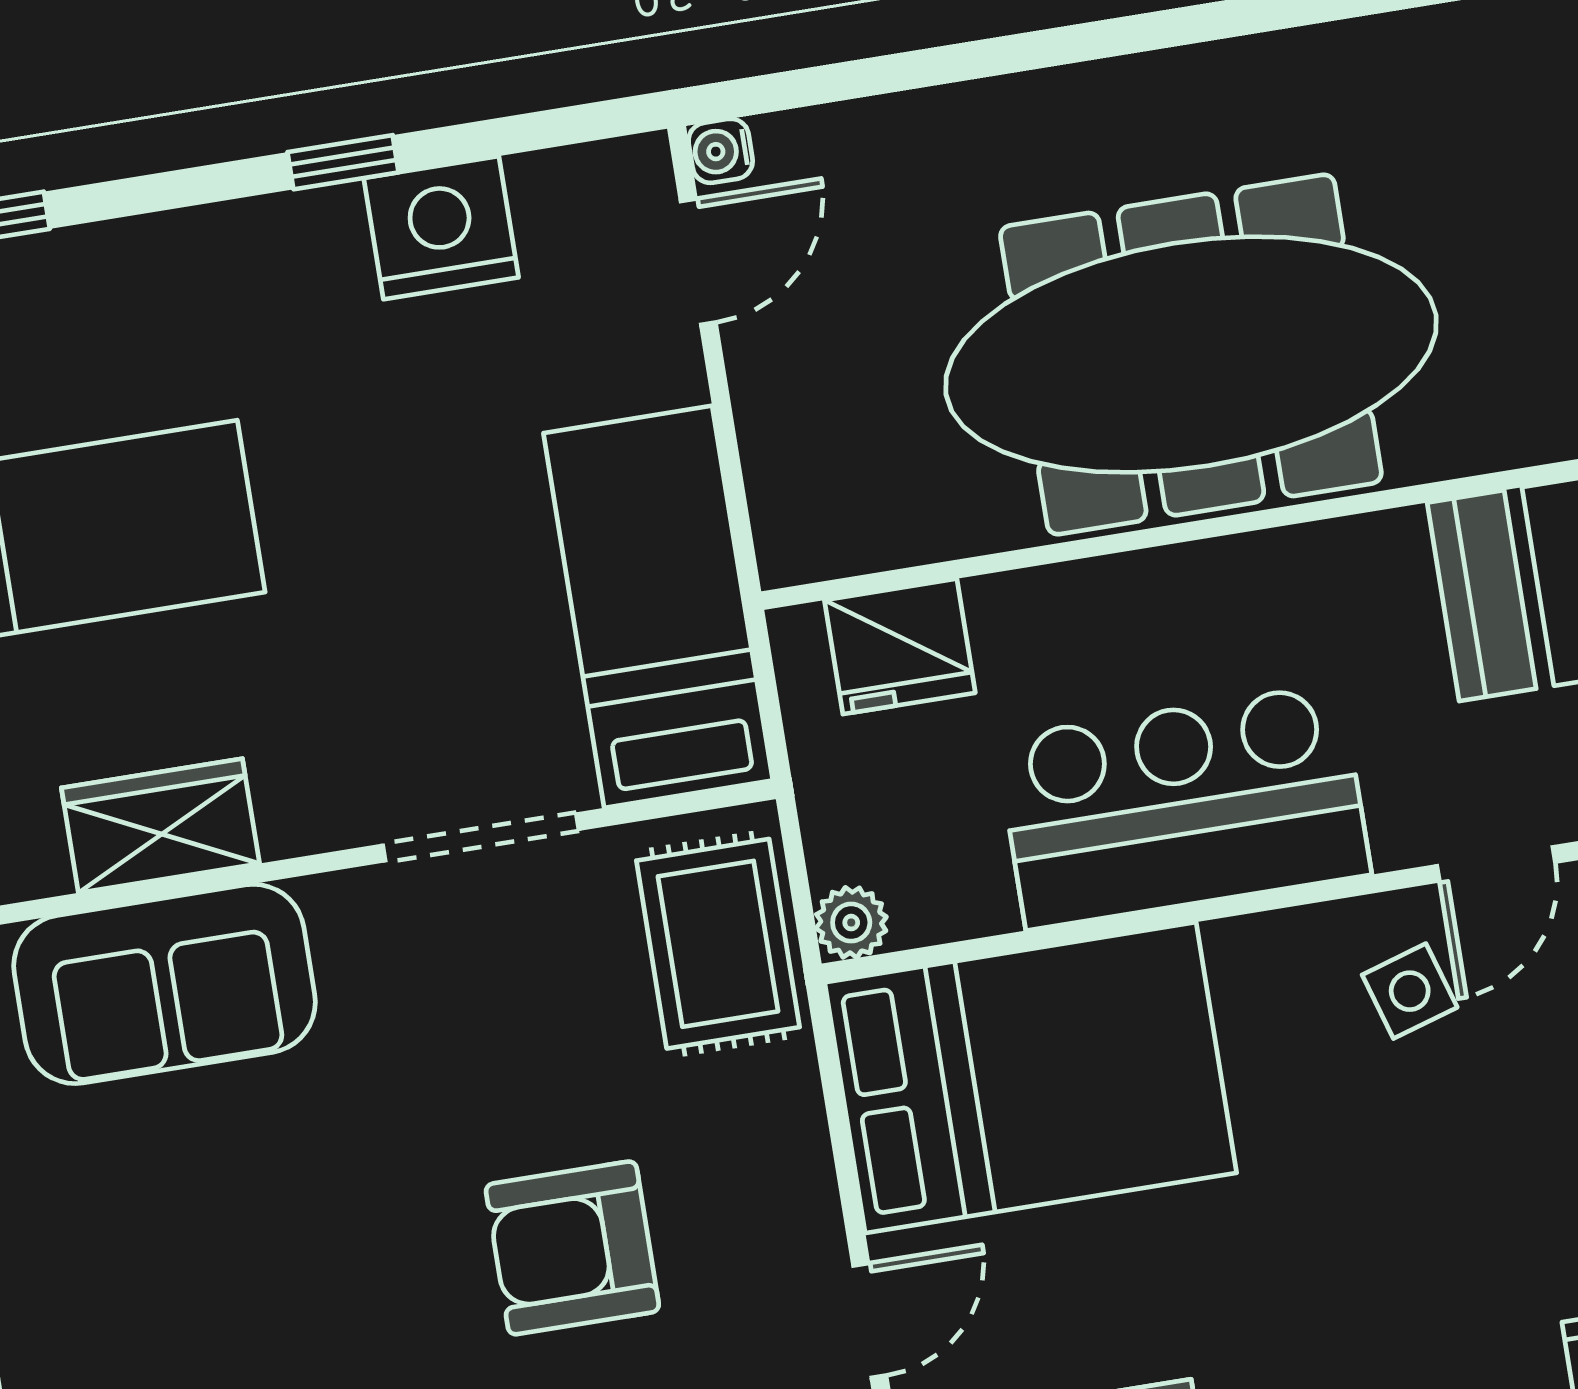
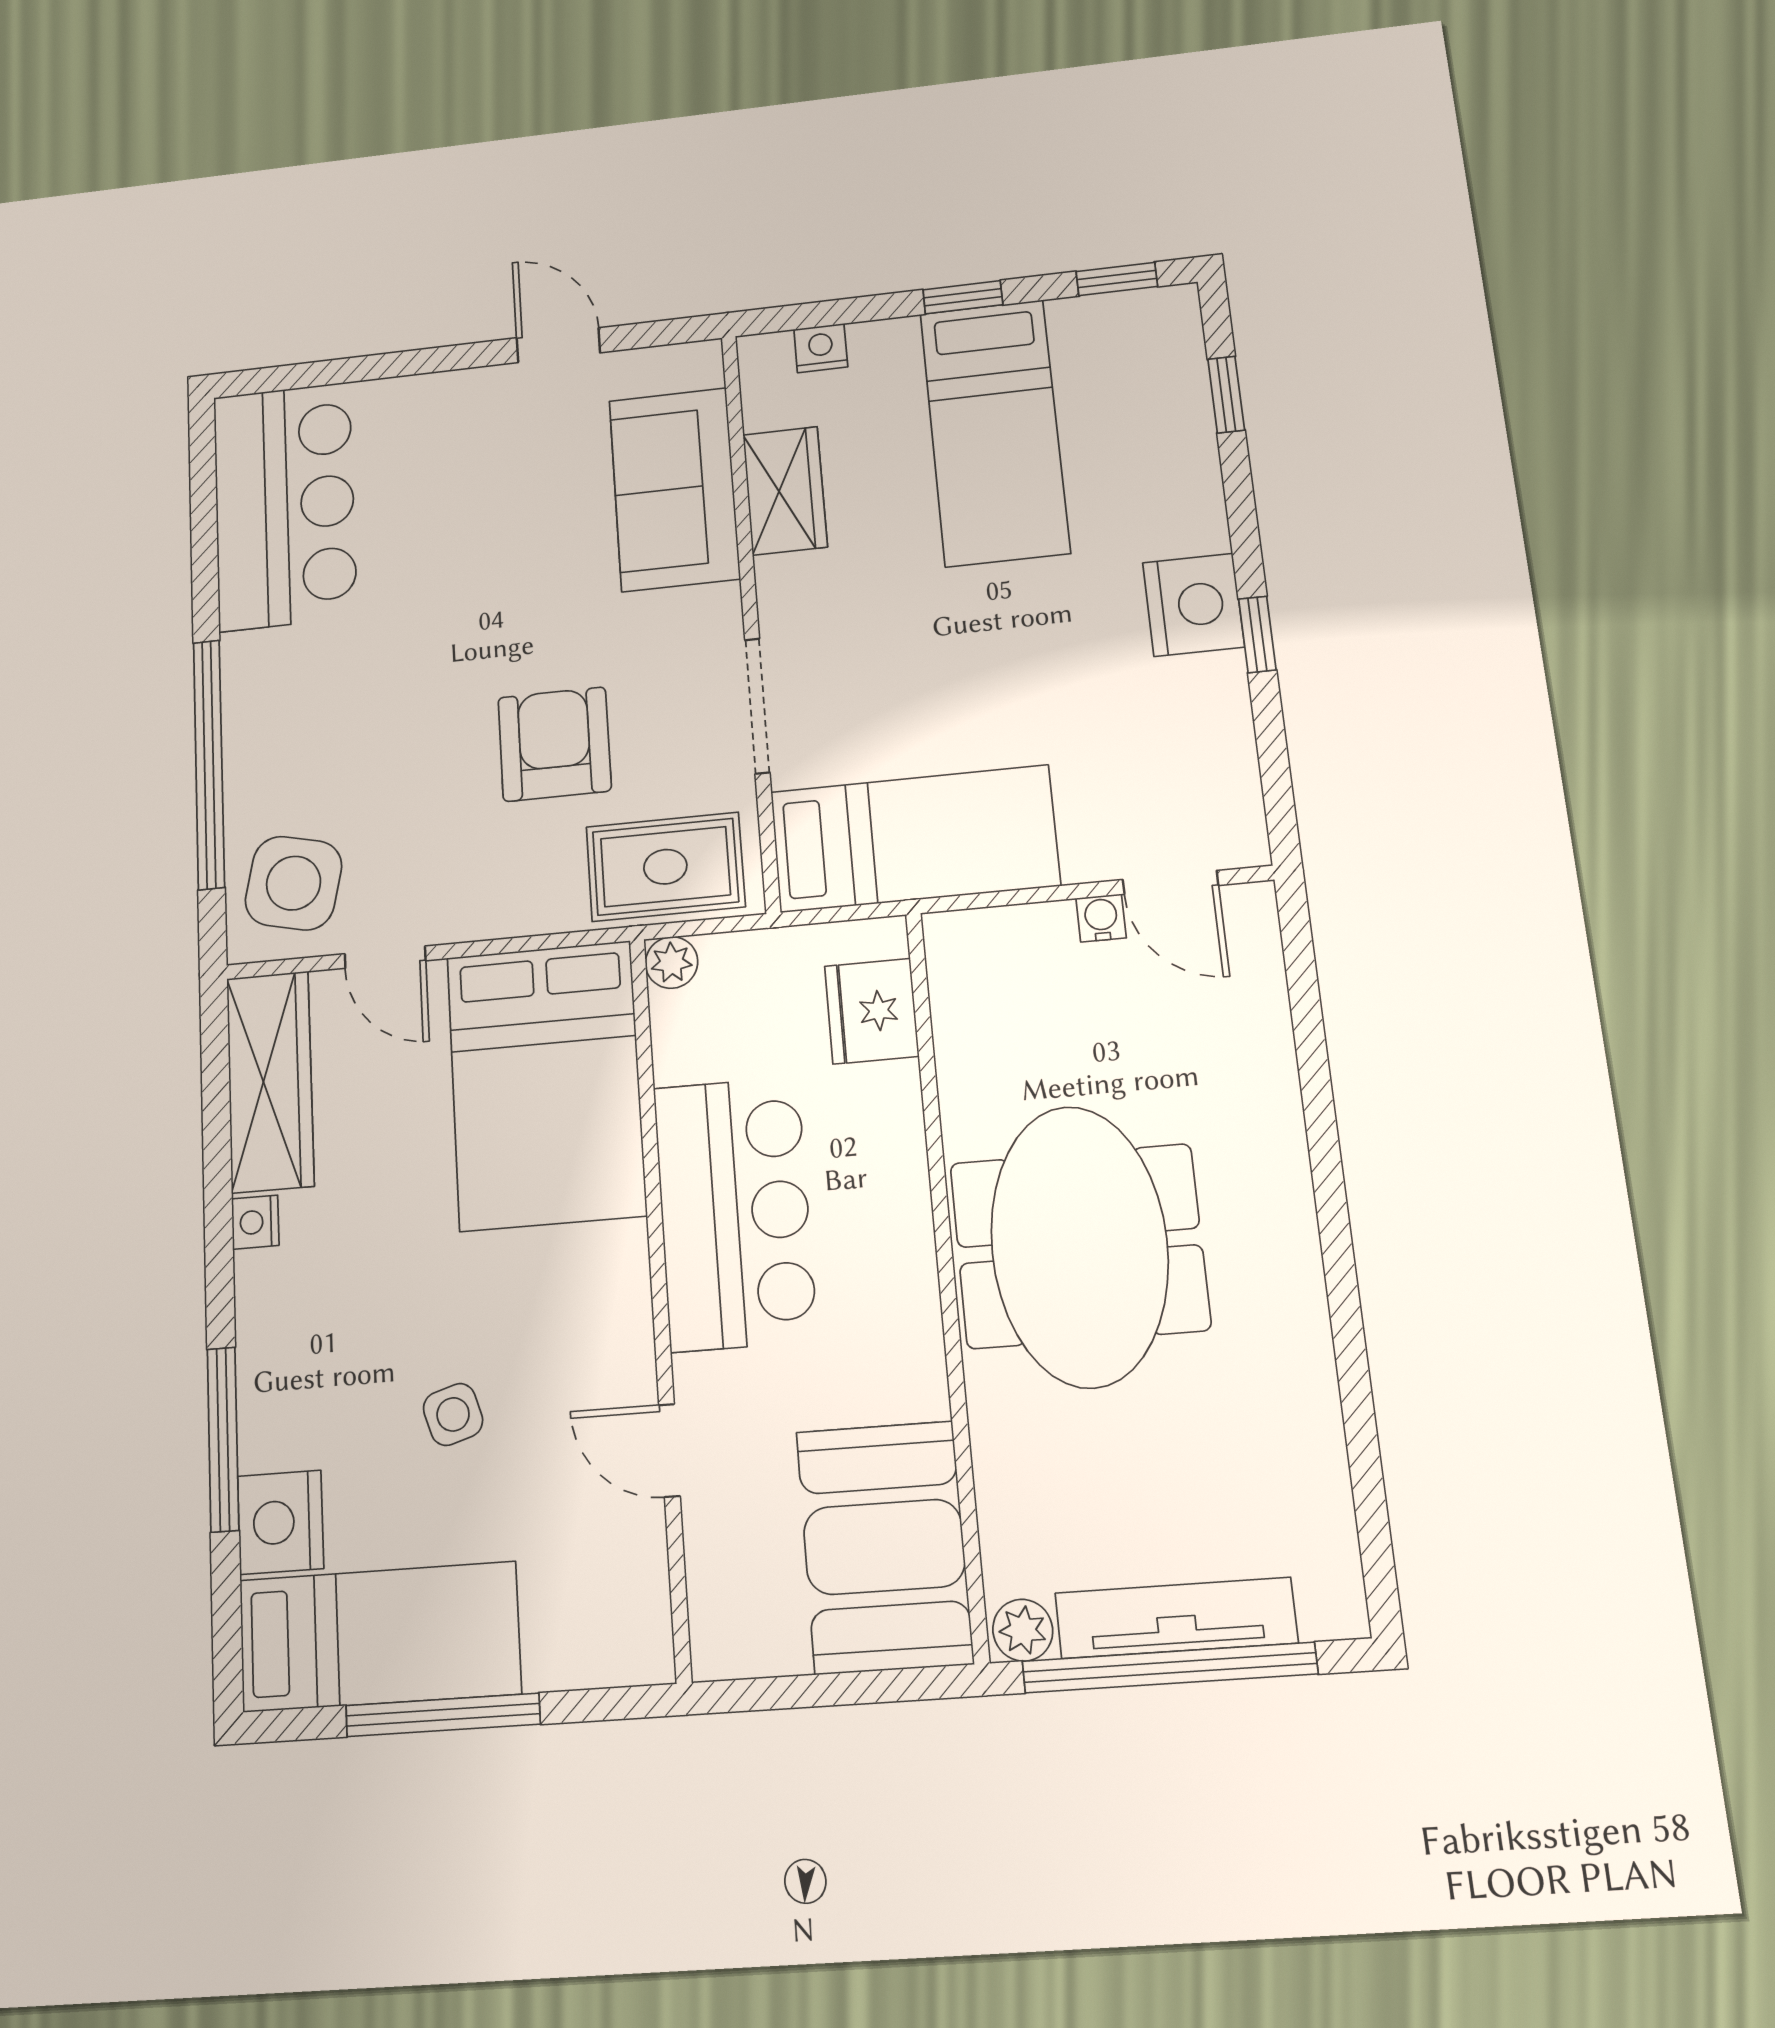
water cooler: (721, 151) -> (1101, 918), moved
nightstand: (441, 228) -> (1193, 605), moved
meeting table: (1191, 354) -> (1079, 1246), width x0.73
side table: (1410, 991) -> (453, 1414), moved
armchair: (572, 1248) -> (554, 744), moved

